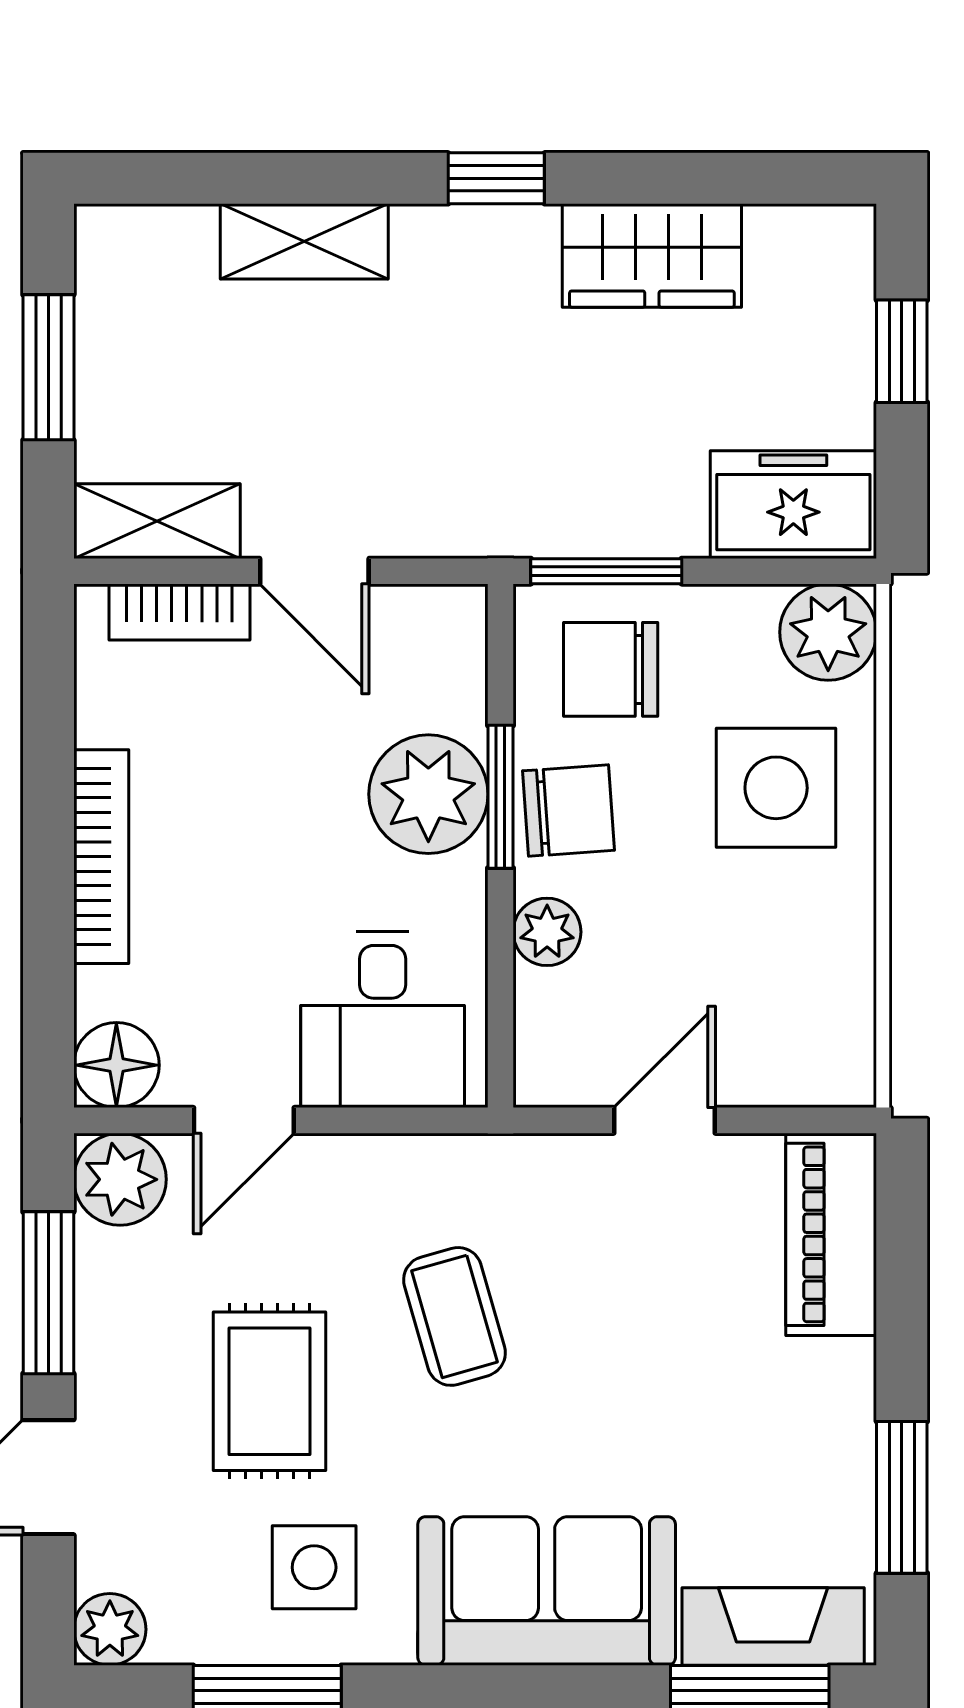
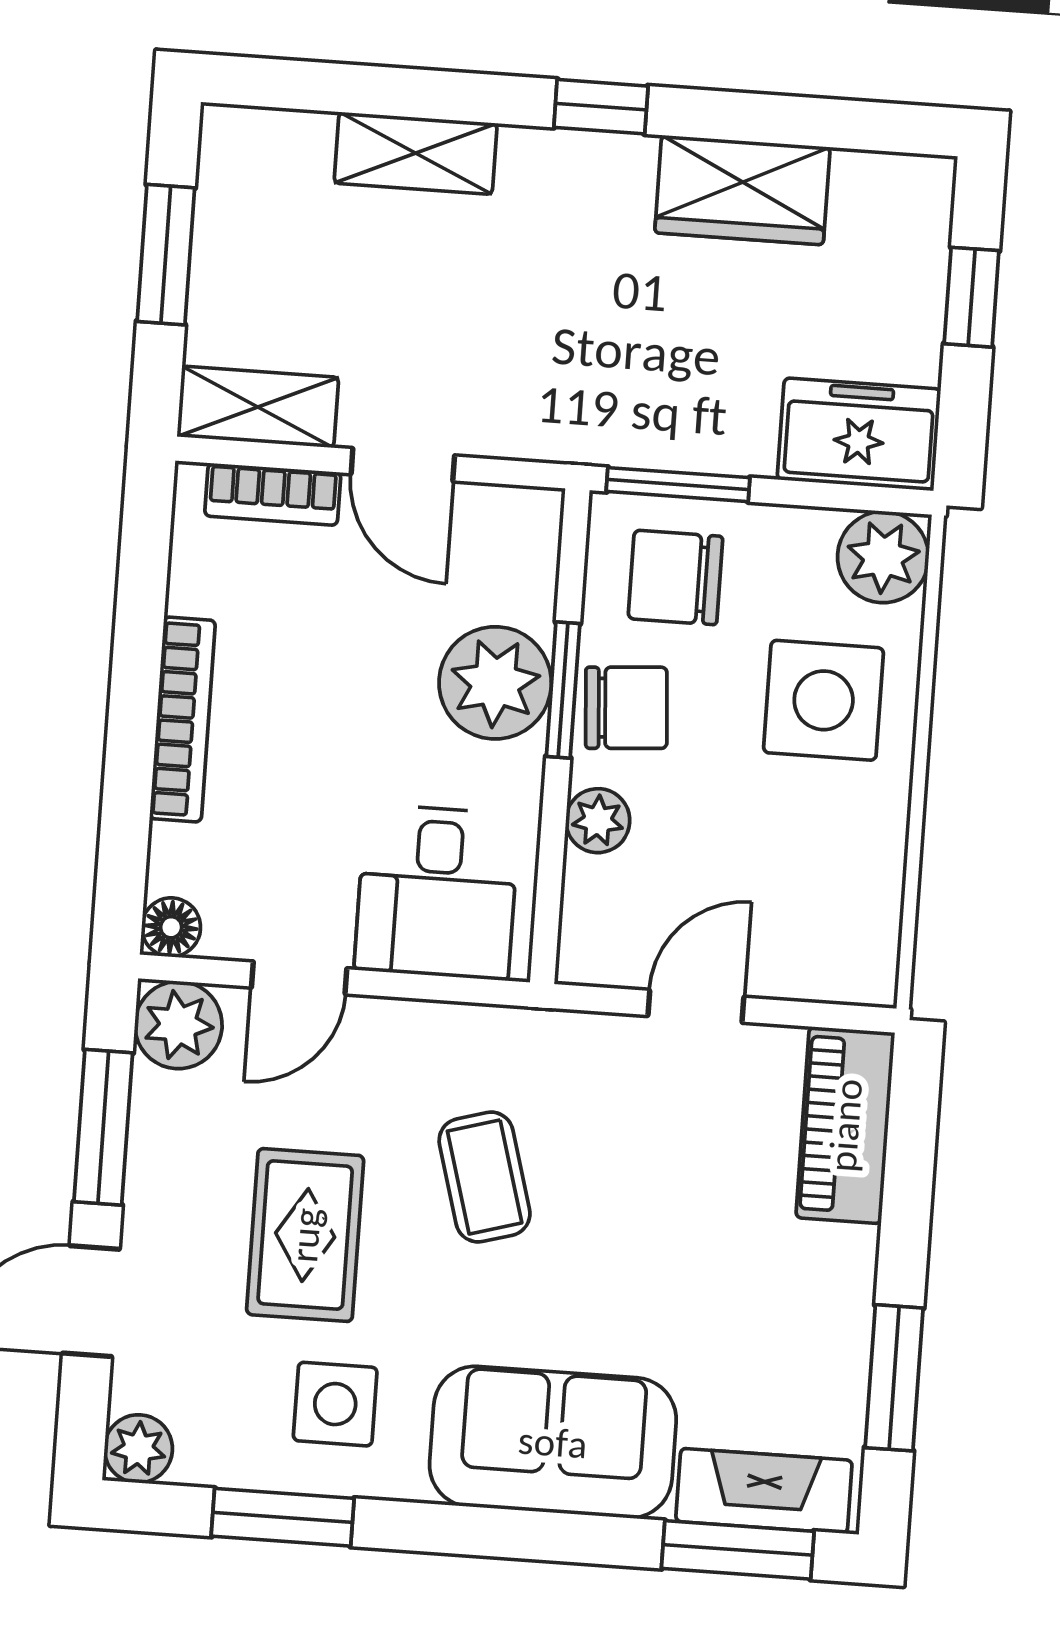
floor lamp: (116, 1065) -> (171, 927), width x0.73, depth x0.73

